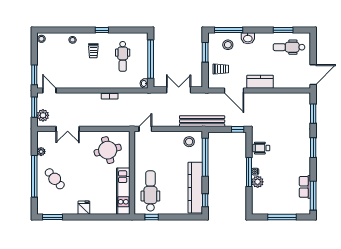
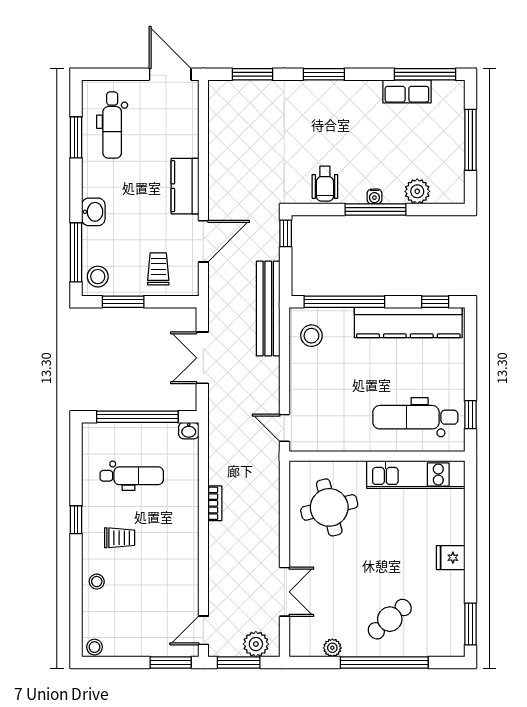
stool: (228, 45) -> (98, 277), moved
plant: (258, 182) -> (417, 191), moved

